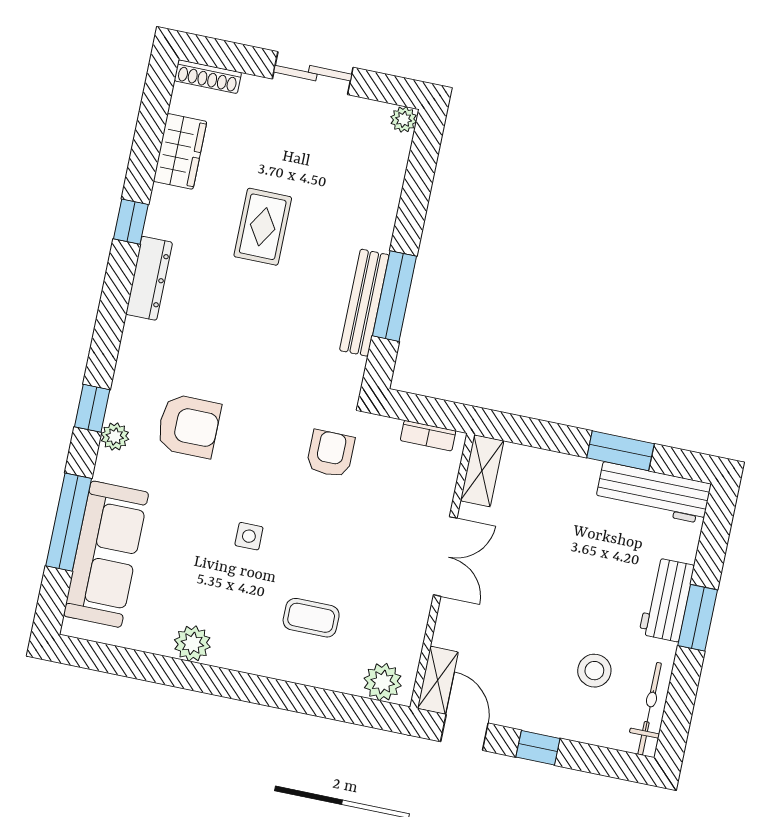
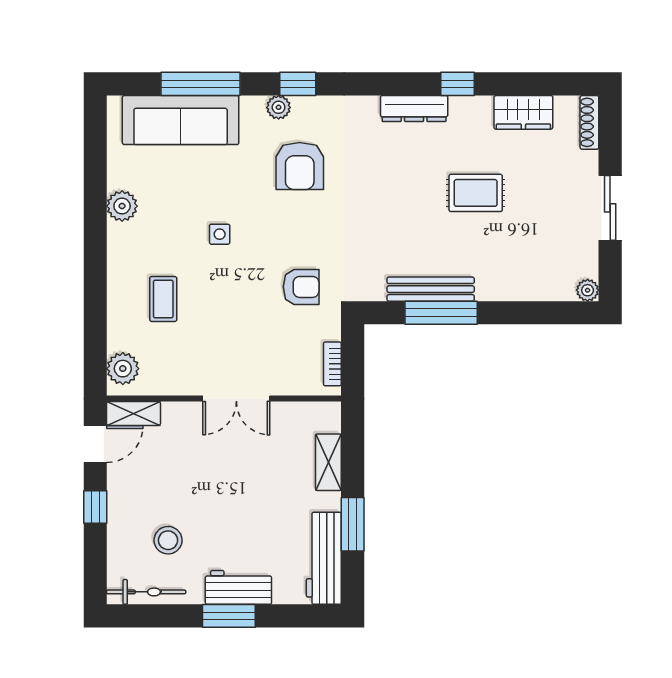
shelving: (482, 471) -> (328, 462), moved, turned 90

